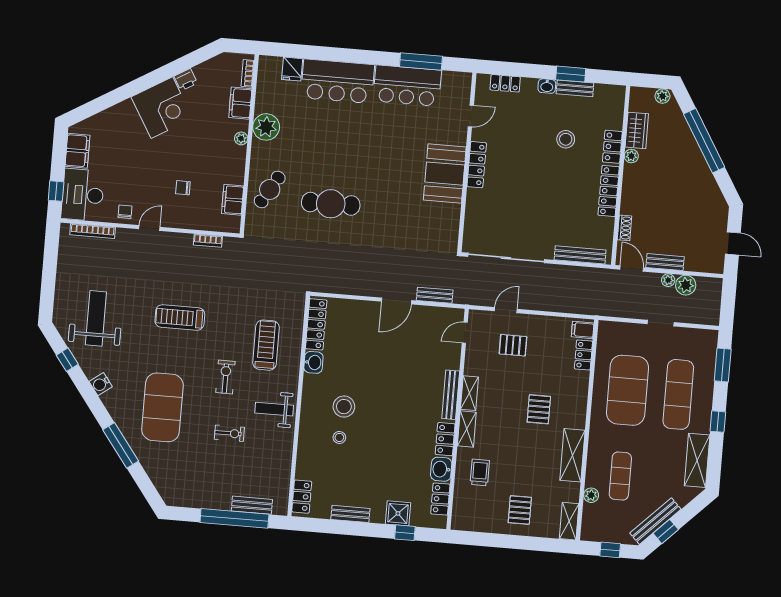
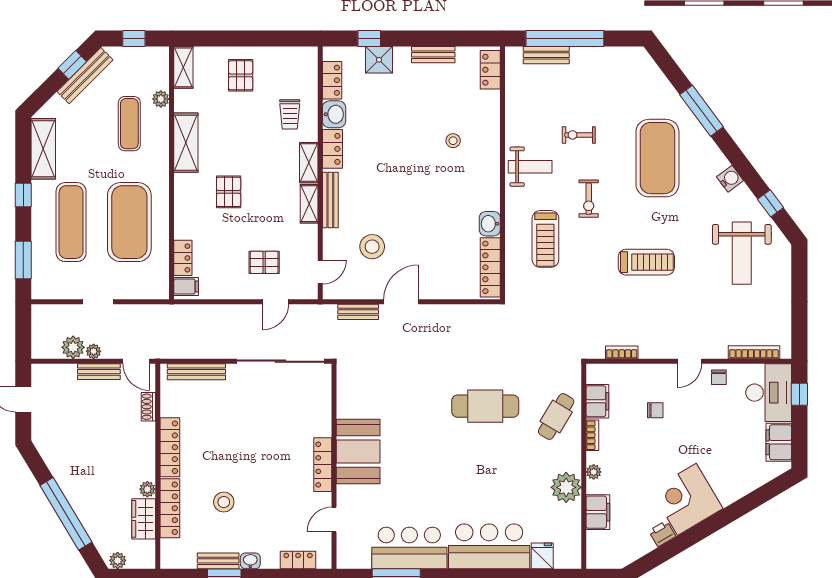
bookcase: (248, 73) -> (592, 435), moved
locker: (612, 147) -> (170, 508), width x1.53
stool: (344, 407) -> (372, 247), moved

